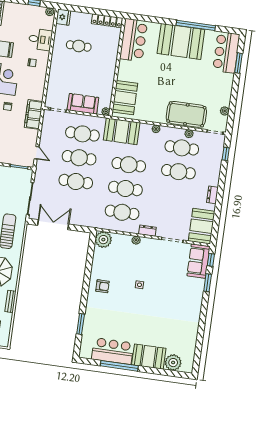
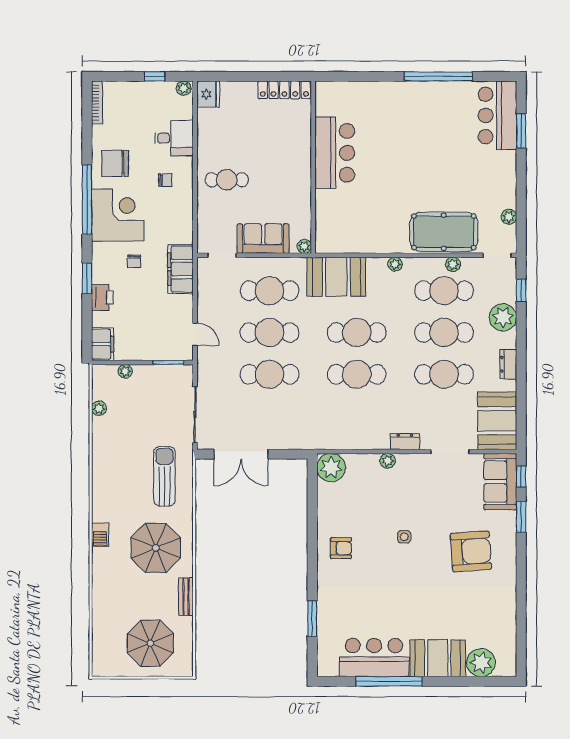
bar counter: (134, 40) -> (335, 153), moved
booth: (181, 41) -> (417, 108), removed
cafe table: (79, 46) -> (227, 180), moved
booth: (125, 98) -> (334, 218), removed
plant: (213, 168) -> (503, 317), added
cafe table: (122, 212) -> (444, 374), moved
double door: (53, 225) -> (241, 454), swing flipped
armchair: (176, 298) -> (471, 551), added

